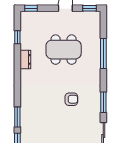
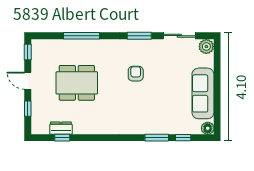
window: (31, 8) -> (28, 109), moved
dining table: (64, 50) -> (77, 83), turned 90
dresser: (25, 59) -> (61, 128), moved

